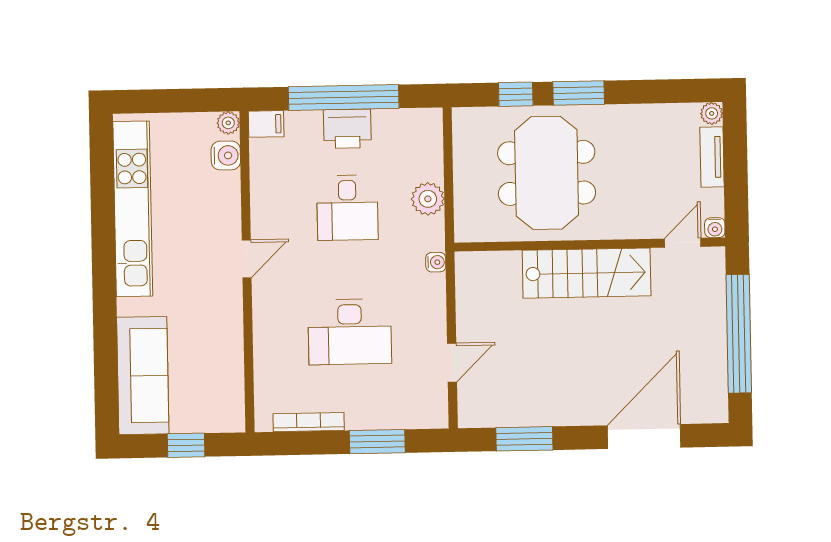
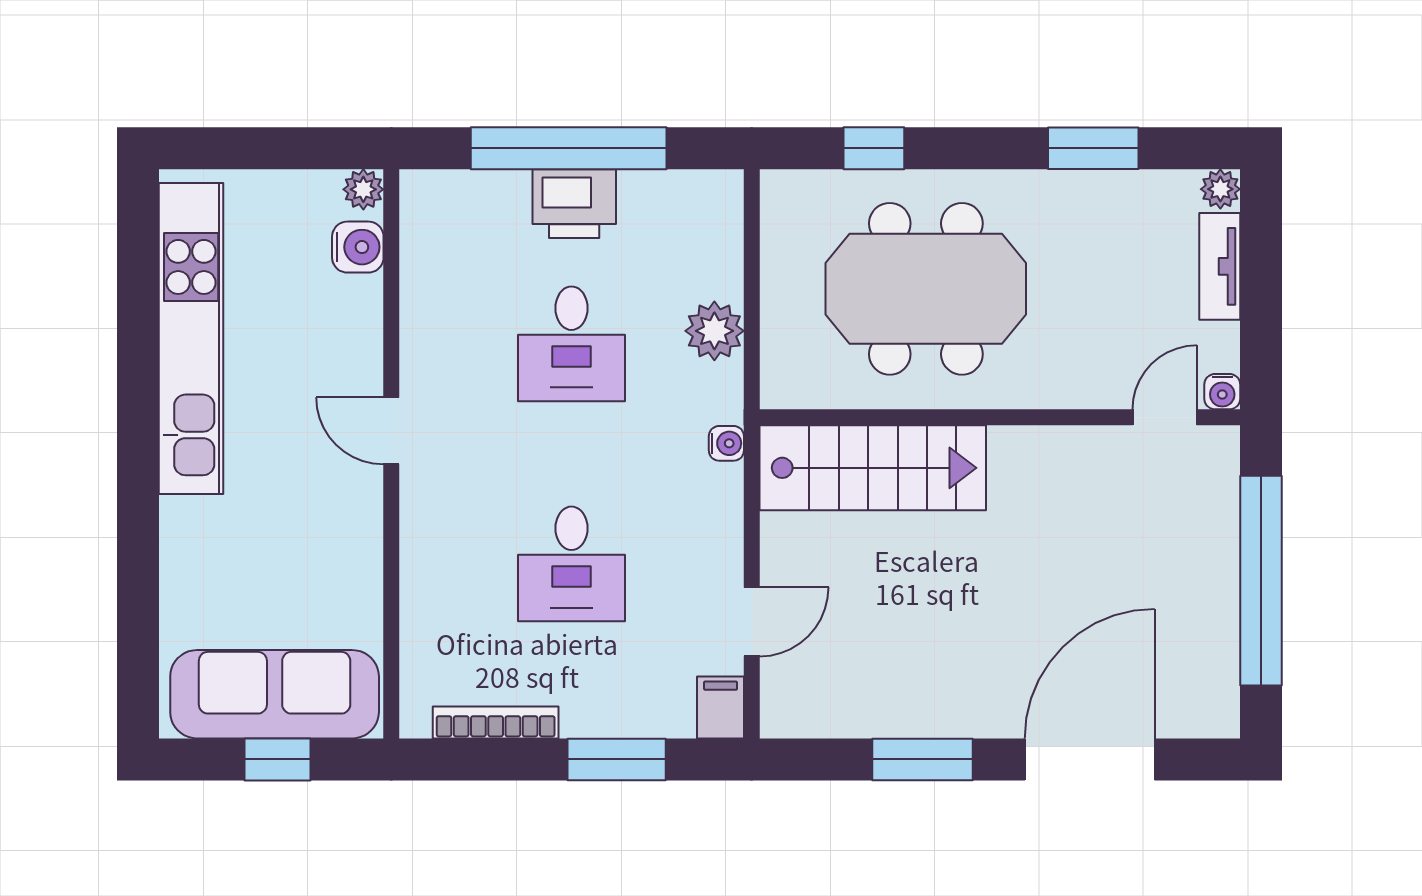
window: (579, 93) -> (1093, 148), moved
filing cabinet: (266, 124) -> (721, 707), moved, turned -90
meeting table: (547, 173) -> (926, 289), turned 90
door: (247, 259) -> (391, 431), swing flipped
stairs: (587, 273) -> (873, 468), moved
desk: (350, 332) -> (571, 564), width x0.73
sofa: (143, 376) -> (275, 694), moved, turned -90
window: (524, 439) -> (923, 759), moved

